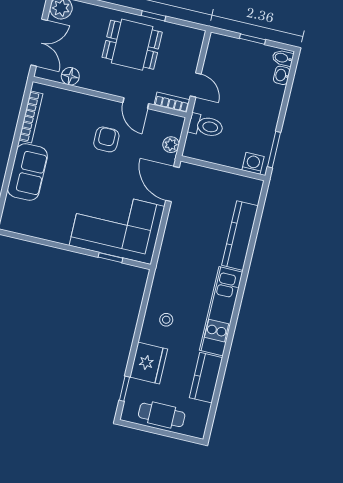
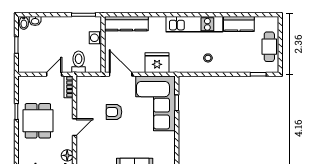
door: (136, 103) -> (75, 127), moved
armchair: (106, 139) -> (114, 112), moved
plant: (171, 145) -> (96, 81), removed
washing machine: (253, 163) -> (95, 38), moved
door: (172, 184) -> (121, 74), swing flipped
kitchen counter: (240, 236) -> (126, 24), moved
fridge: (149, 363) -> (157, 63), moved

